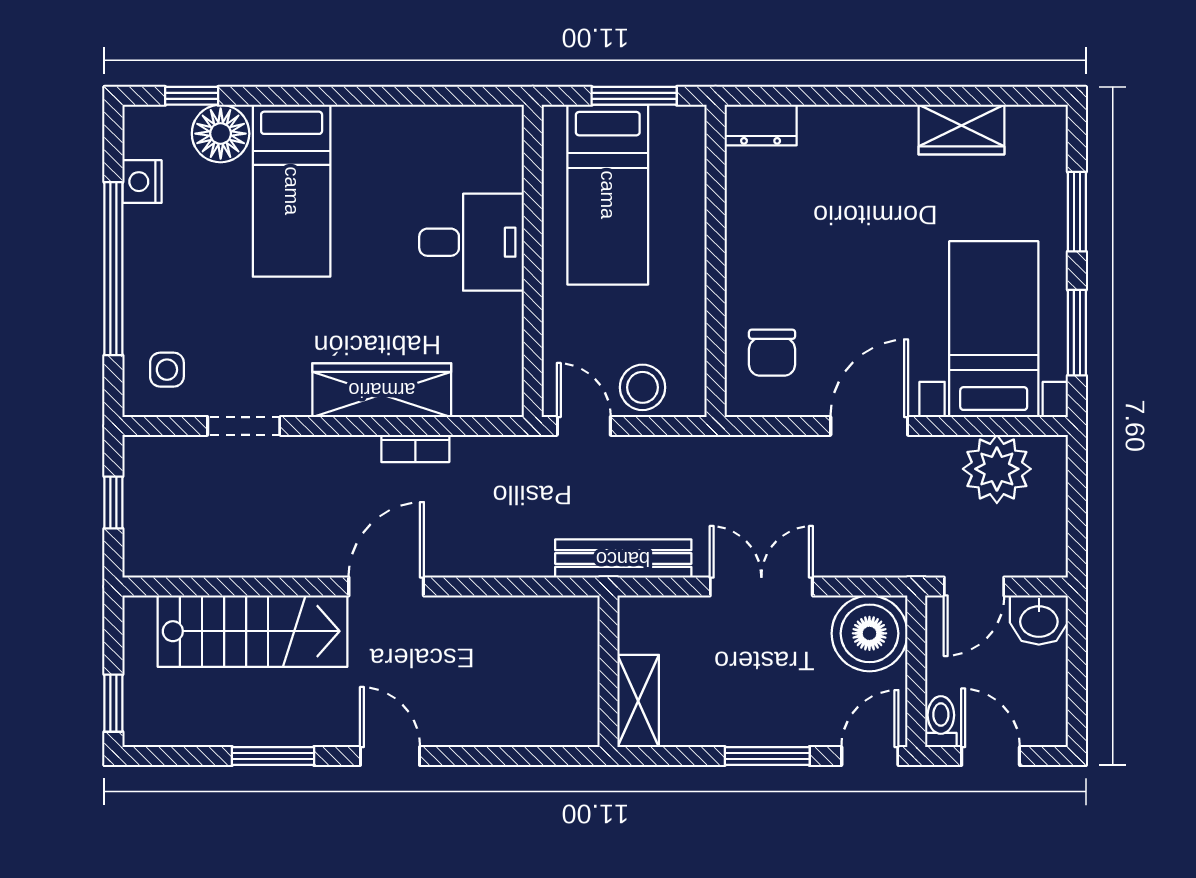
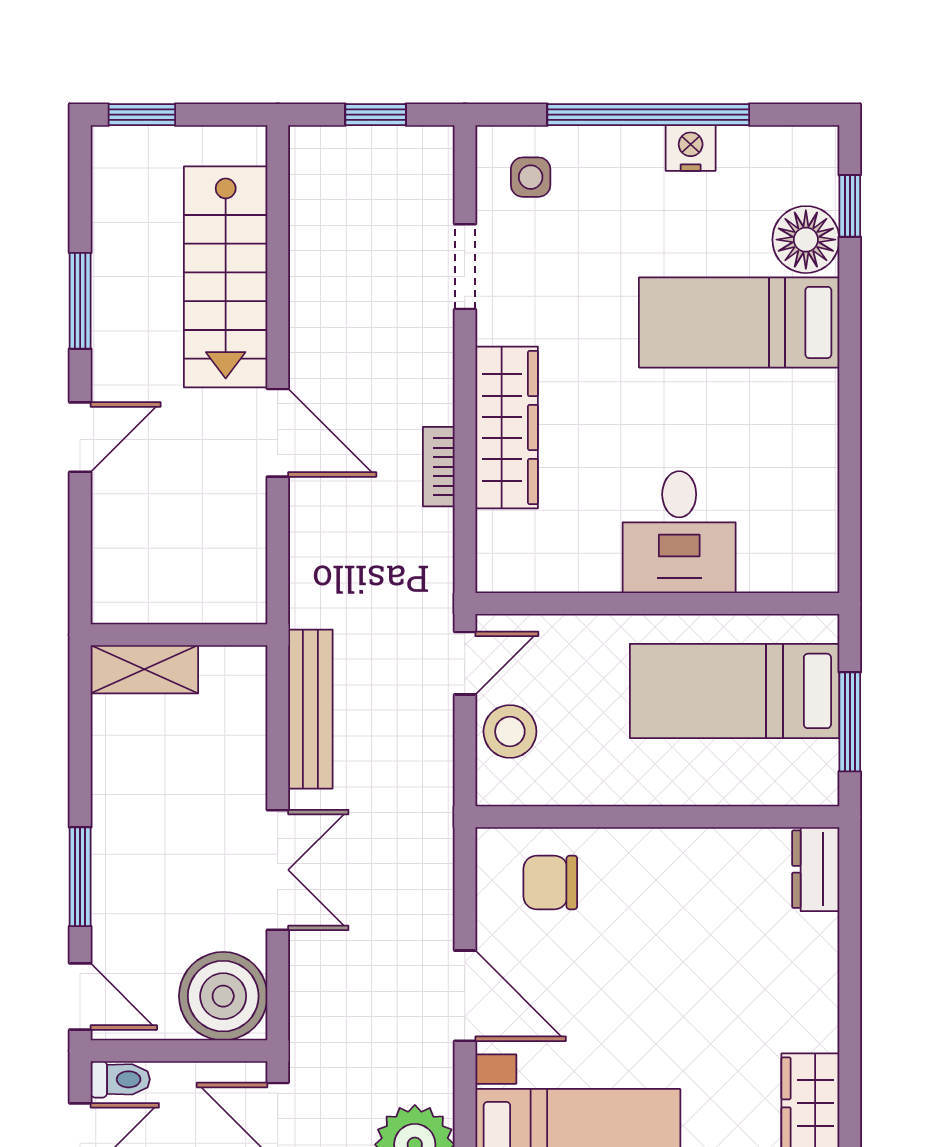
nightstand: (142, 182) -> (691, 148), moved
wall: (609, 671) -> (179, 635), moved
shelving: (638, 701) -> (144, 669), moved

